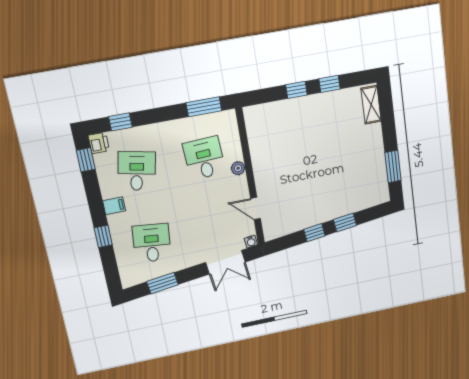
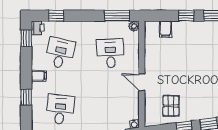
filing cabinet: (272, 113) -> (165, 29), added
plant: (238, 168) -> (134, 26), moved
door: (255, 208) -> (142, 82), moved
pallet: (294, 210) -> (171, 106), added

